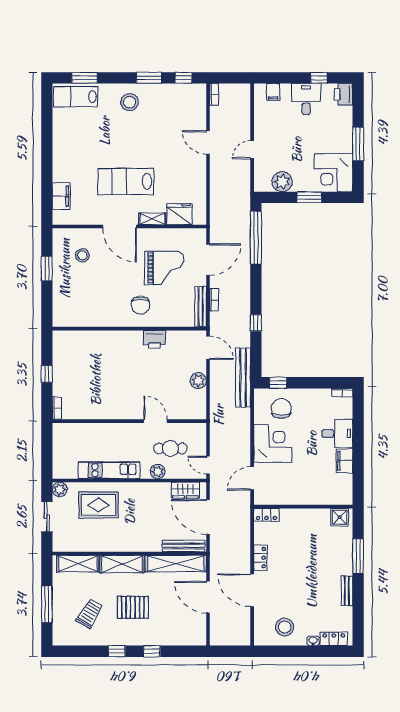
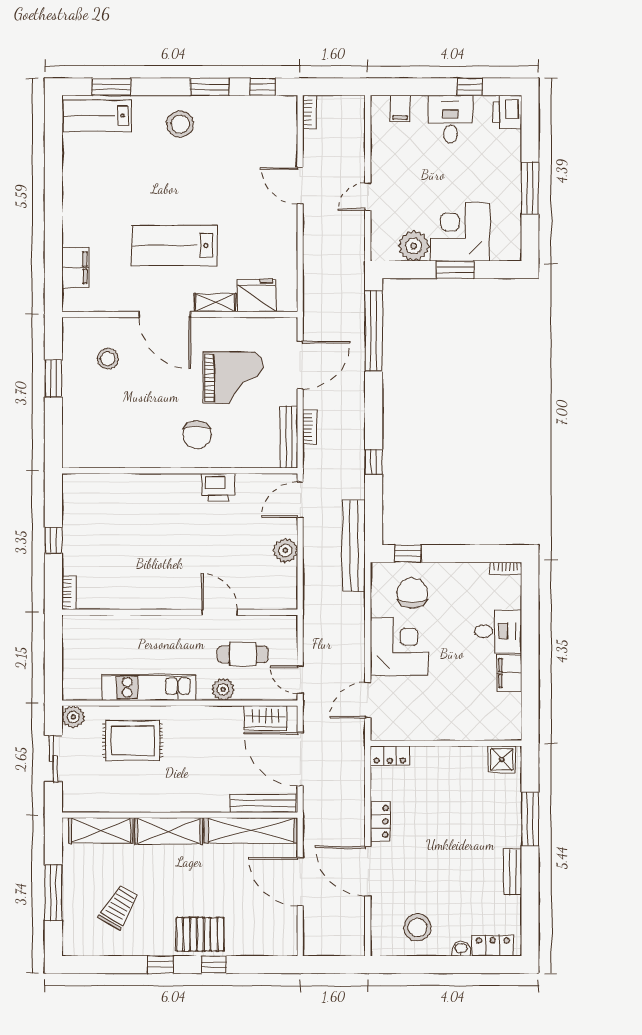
corner desk: (333, 173) -> (460, 232), moved, turned 90
door: (208, 348) -> (300, 500), swing flipped
pallet: (133, 607) -> (200, 934), moved

